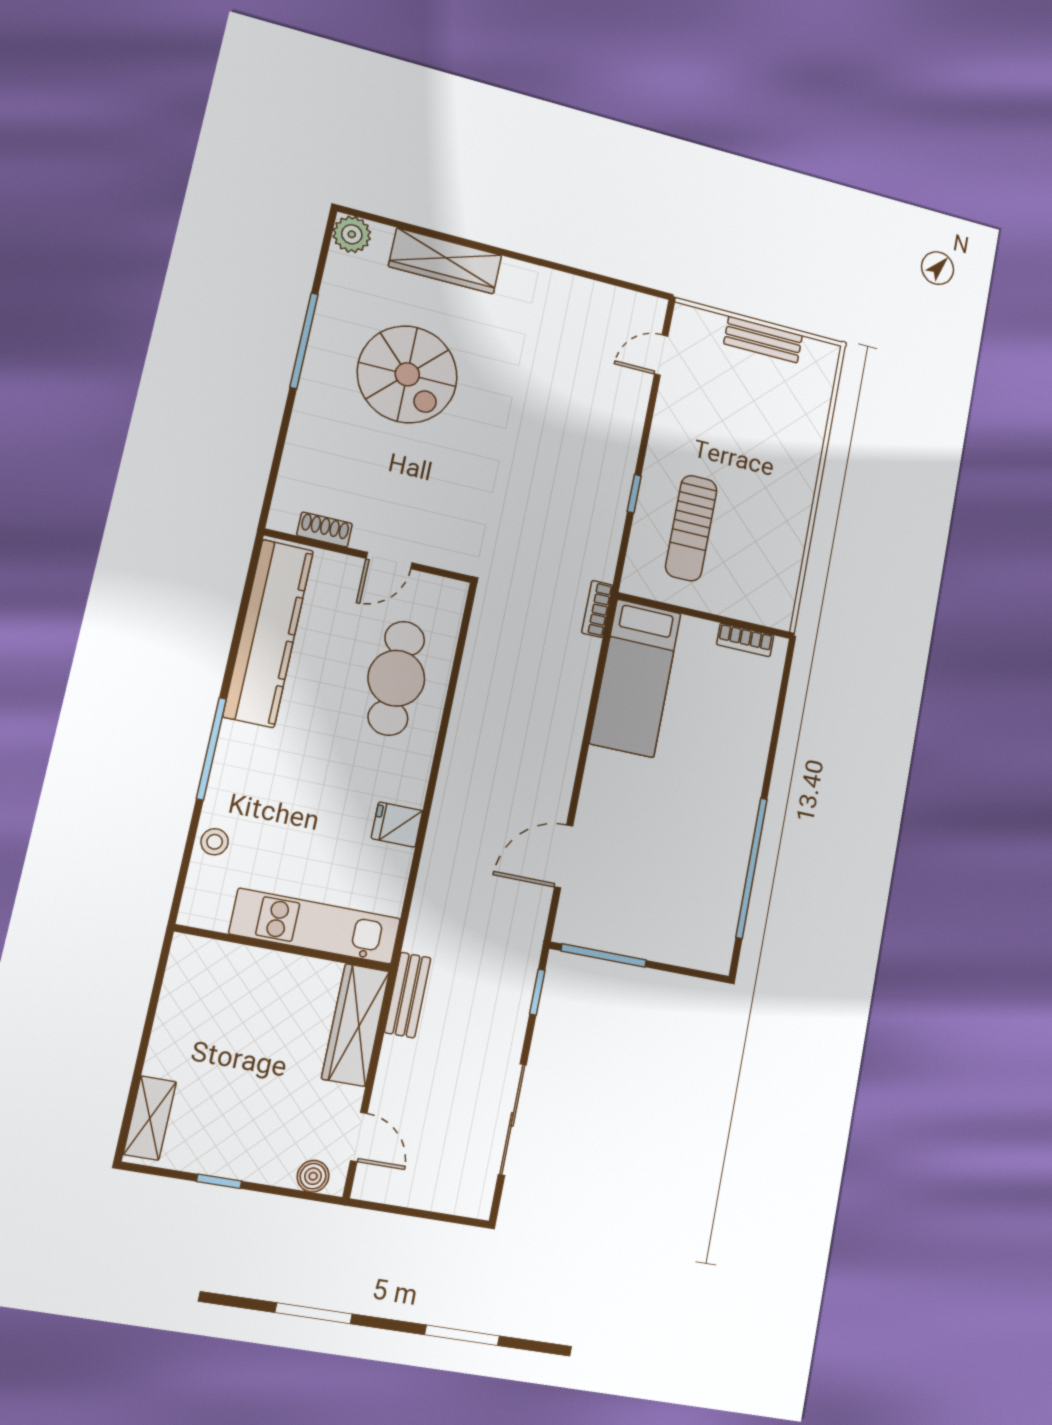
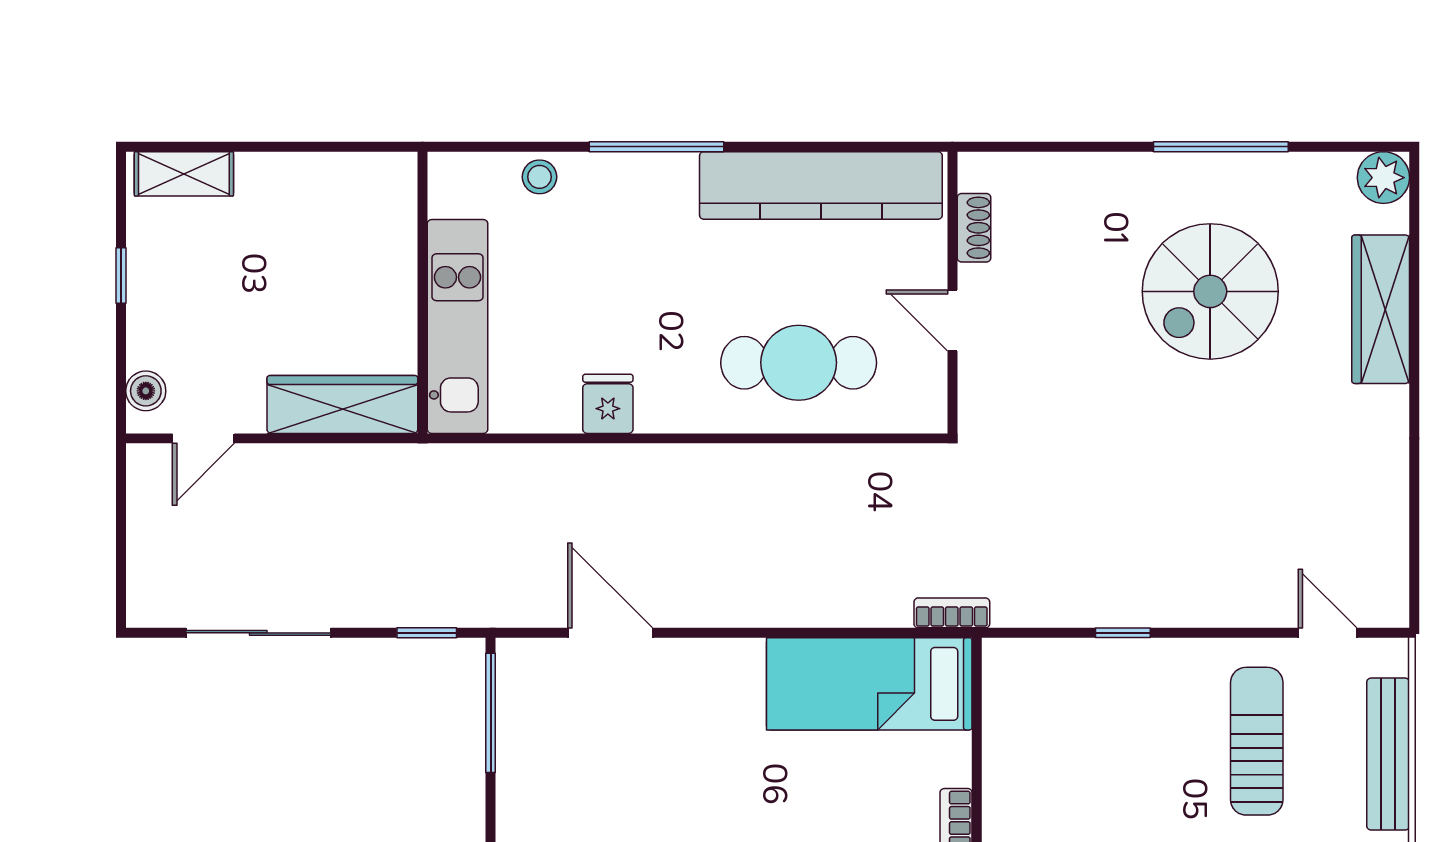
bench: (763, 340) -> (1388, 754), width x1.36
sun lounger: (691, 528) -> (1257, 741), moved, turned 90
bench: (408, 995) -> (392, 463), removed

